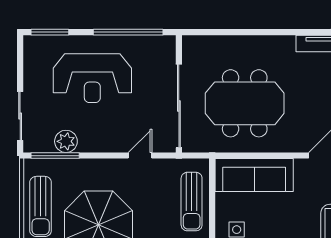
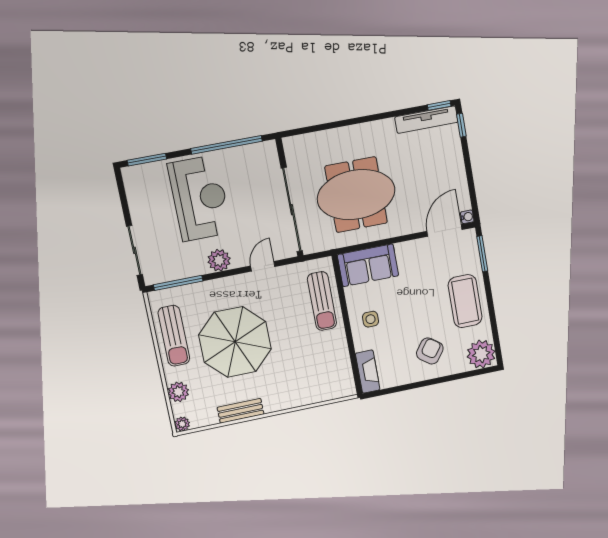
reception desk: (92, 78) -> (200, 198), turned -90
plant: (66, 141) -> (219, 260), moved
sofa: (254, 175) -> (368, 265), width x0.73

